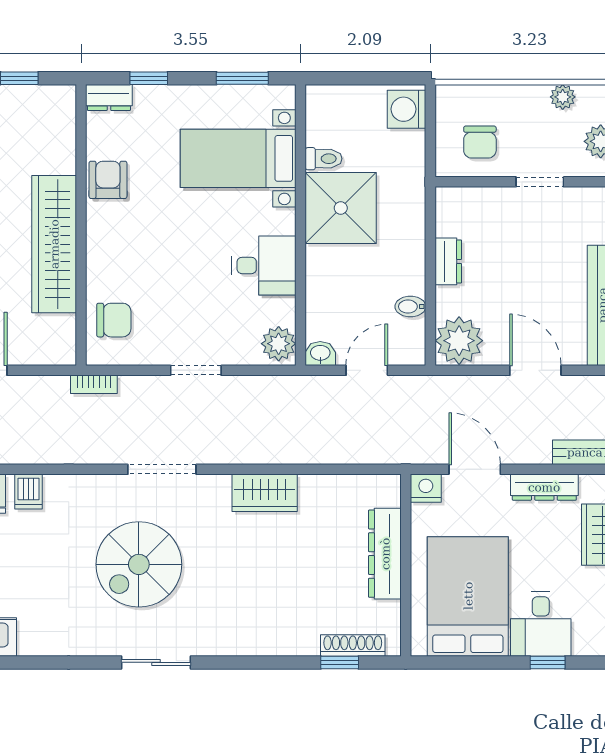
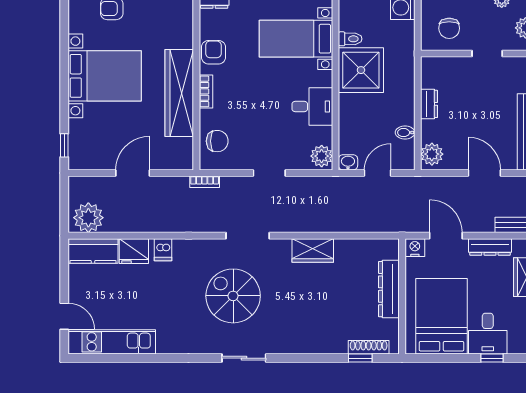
bookcase: (96, 242) -> (206, 91), added
plant: (459, 341) -> (432, 154), width x0.73, depth x0.73
spiral stairs: (139, 564) -> (233, 296), turned 90

